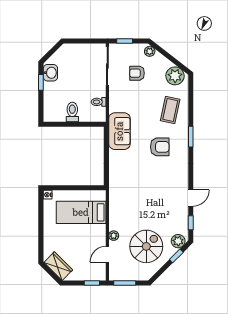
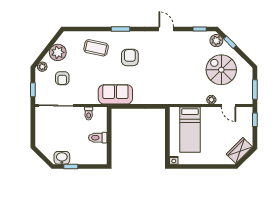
plant: (175, 76) -> (58, 52), moved
door: (191, 198) -> (166, 29), moved

